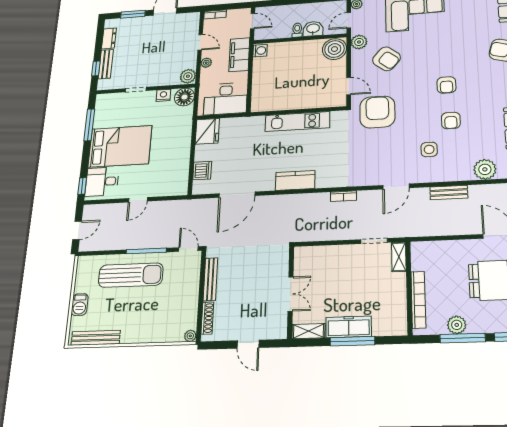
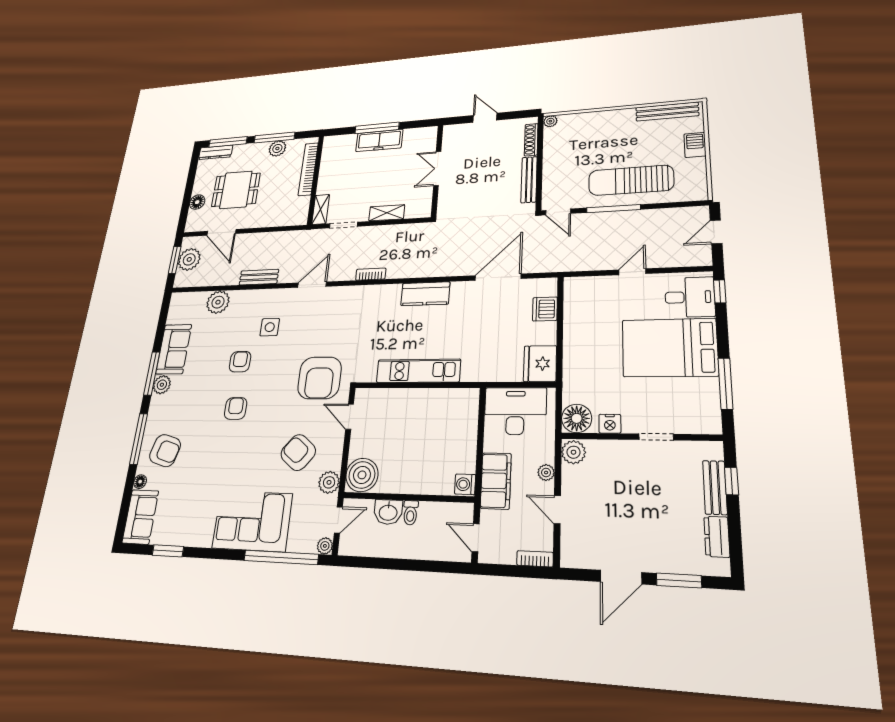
shelving: (308, 331) -> (387, 213), moved

